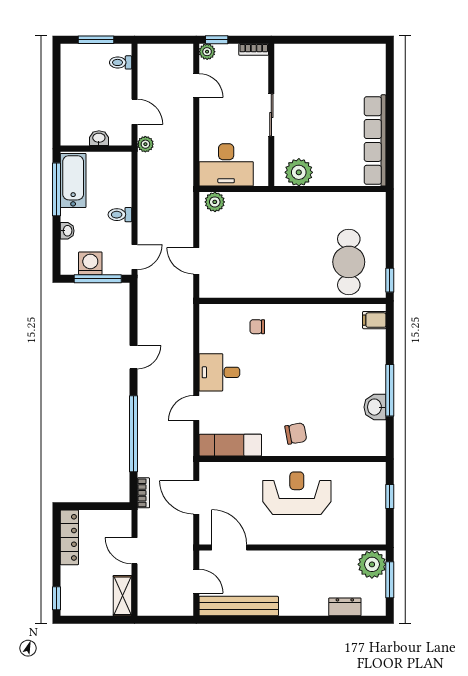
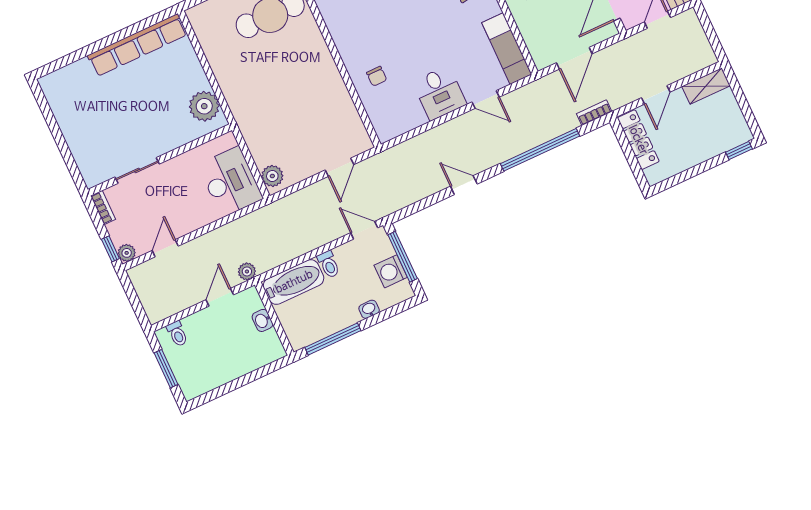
sliding door: (271, 115) -> (137, 170), moved
bathtub: (73, 181) -> (294, 282), moved, turned 180
locker: (69, 537) -> (638, 140), moved, turned 90

